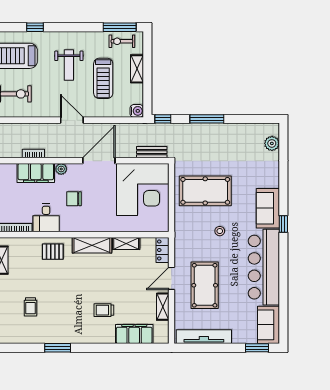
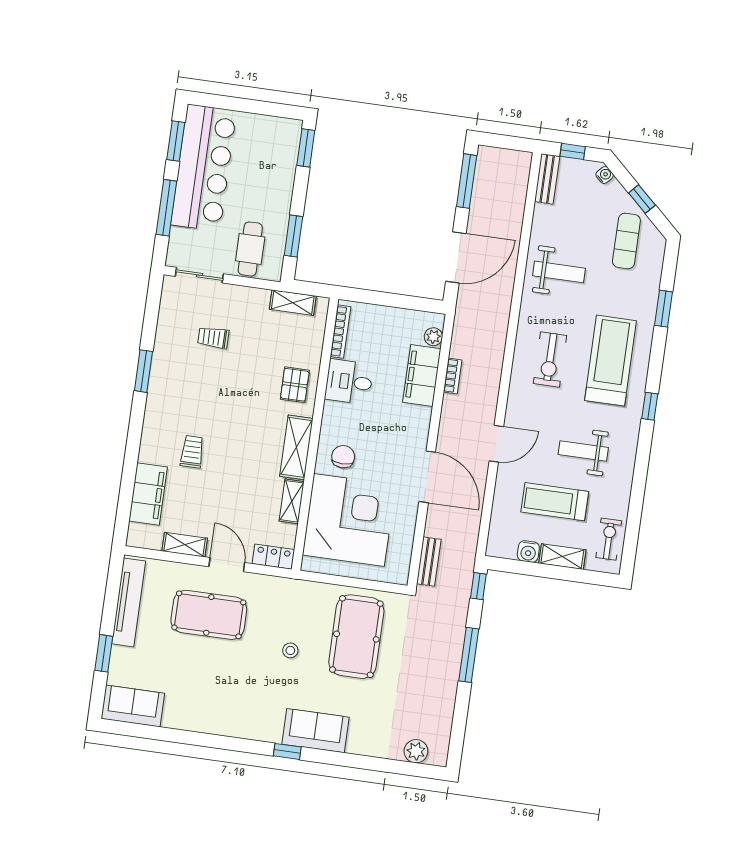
window: (120, 27) -> (631, 539), removed
water cooler: (137, 111) -> (528, 551), moved
plant: (61, 169) -> (433, 337), moved
corner desk: (143, 189) -> (349, 520), moved, turned 180
chair: (74, 199) -> (343, 457), moved
bar counter: (264, 267) -> (224, 712), removed
window: (257, 348) -> (104, 653), moved

